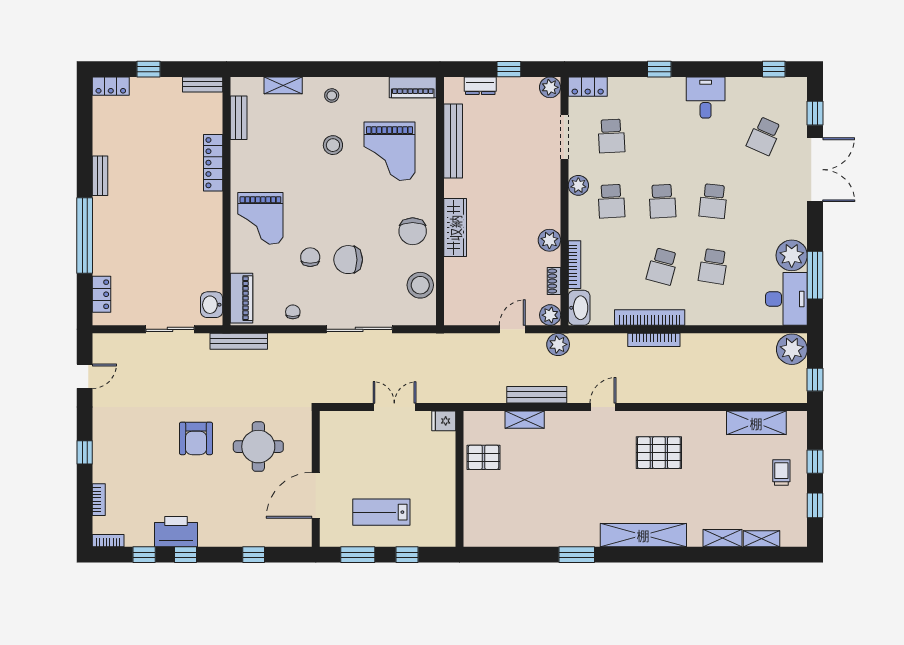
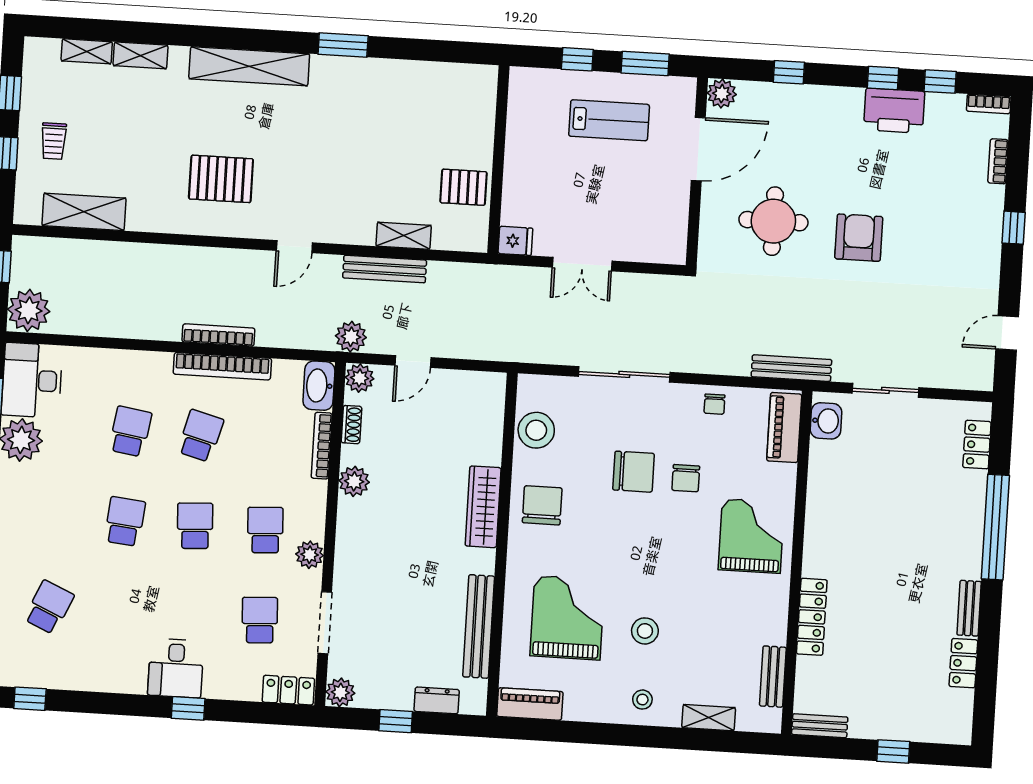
locker: (111, 86) -> (963, 663), moved, turned -90
desk: (706, 98) -> (176, 668), moved
plant: (301, 536) -> (722, 94), added

